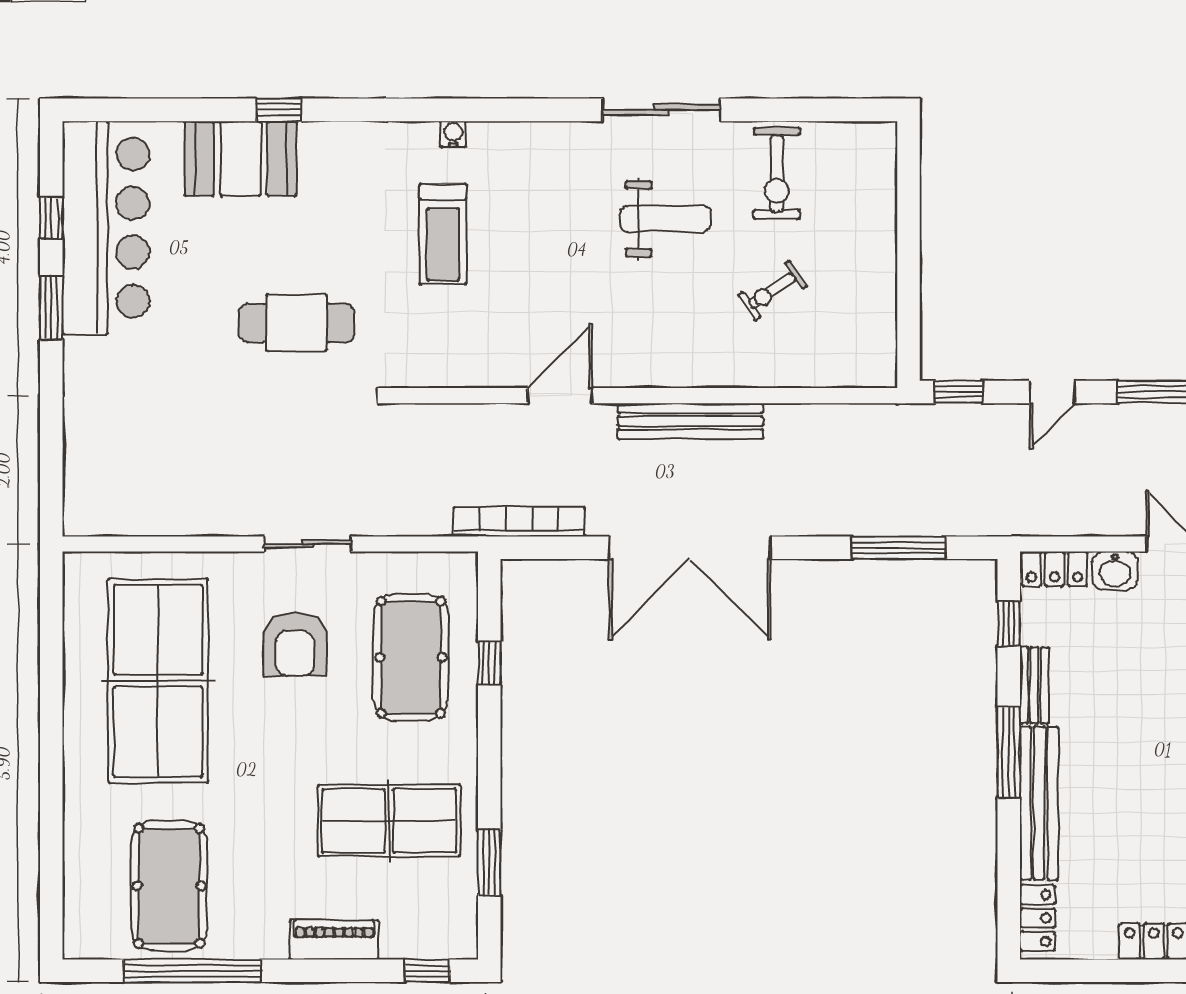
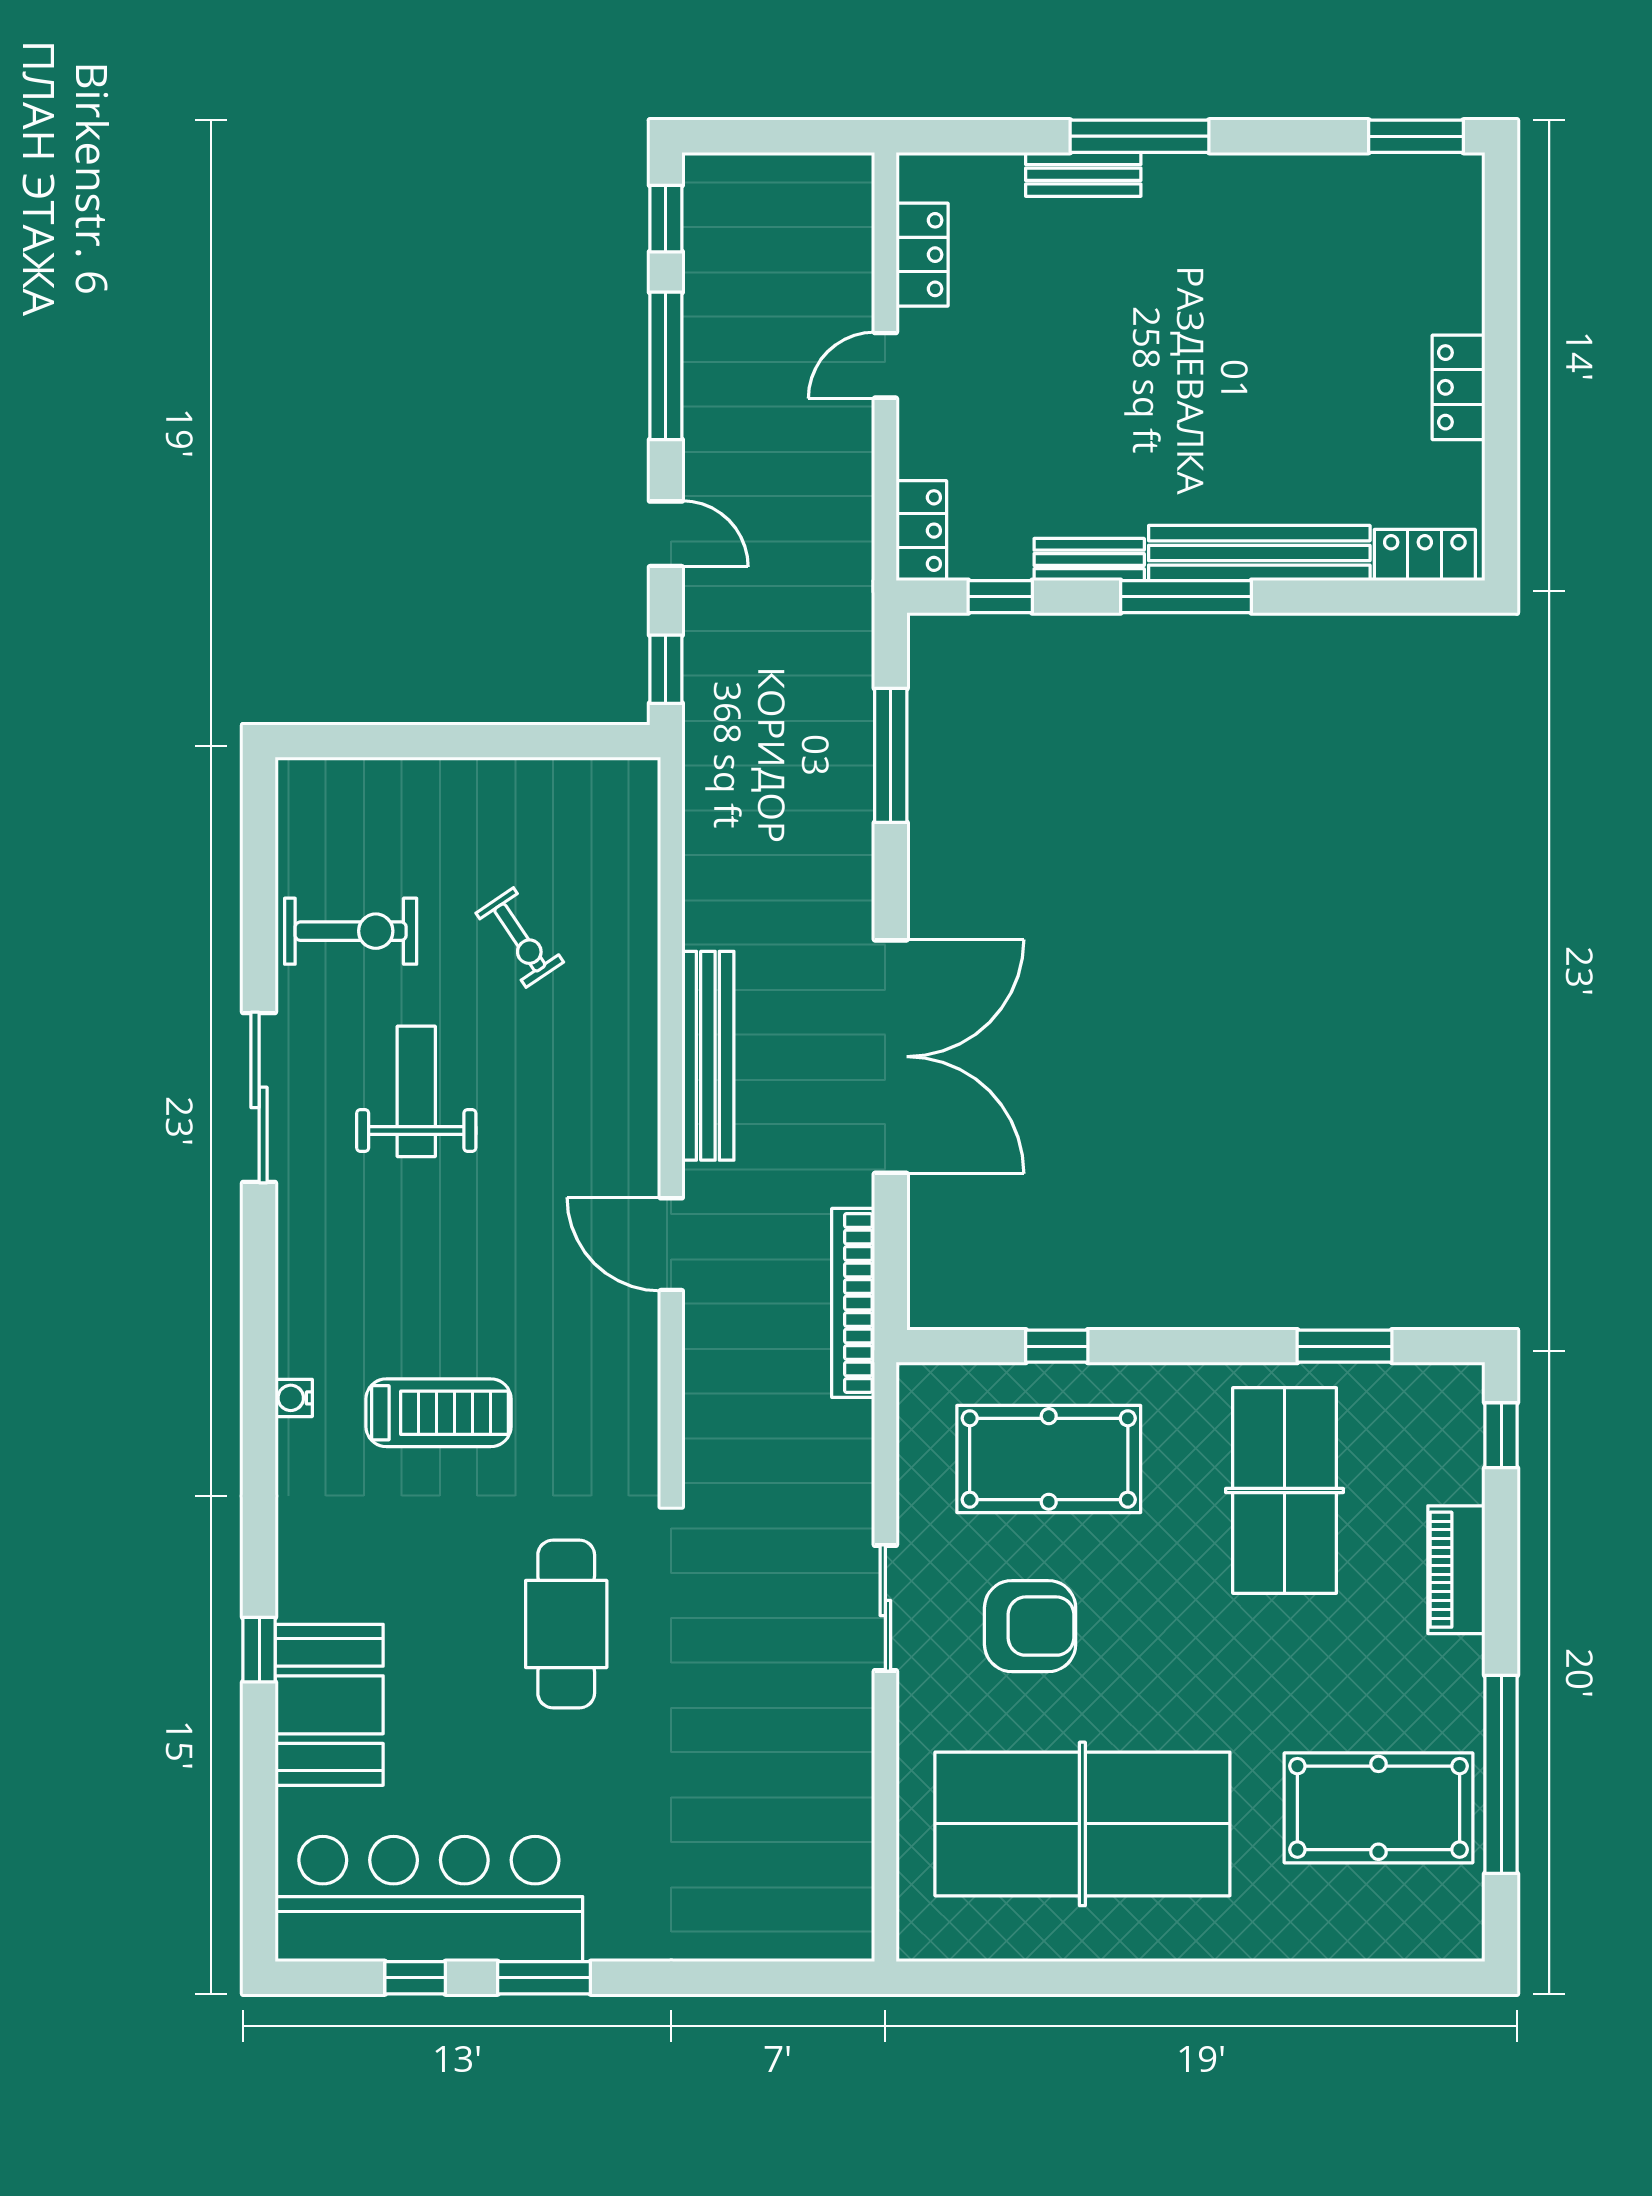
washbasin: (1115, 571) -> (924, 443), removed

